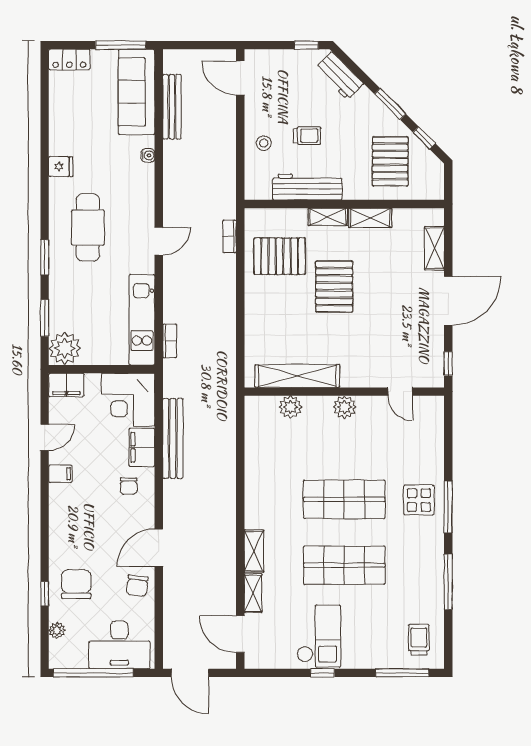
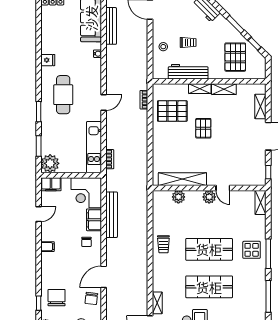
pallet: (334, 286) -> (203, 128), width x0.67, depth x0.71
door: (400, 392) -> (223, 188), moved
filing cabinet: (60, 474) -> (48, 247), moved
trolley: (264, 490) -> (163, 244), added
shelving: (254, 551) -> (261, 202), moved

